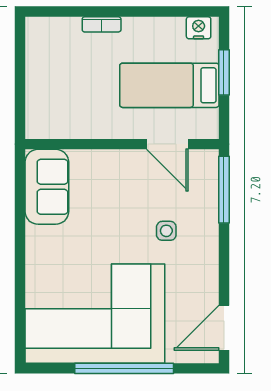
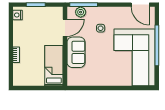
bed: (169, 85) -> (54, 66), moved, turned 180
plant: (206, 182) -> (81, 12), added
sofa: (47, 187) -> (76, 52), moved, turned 90

